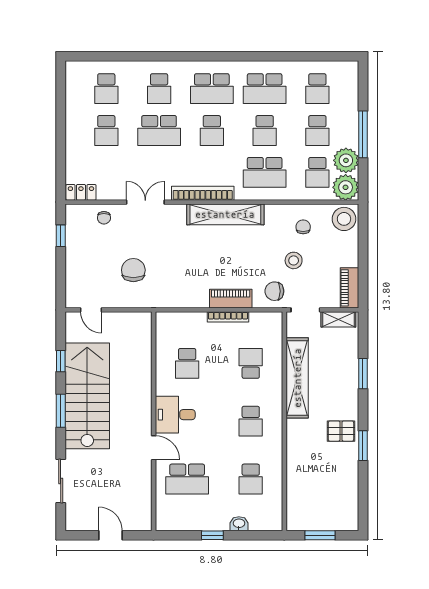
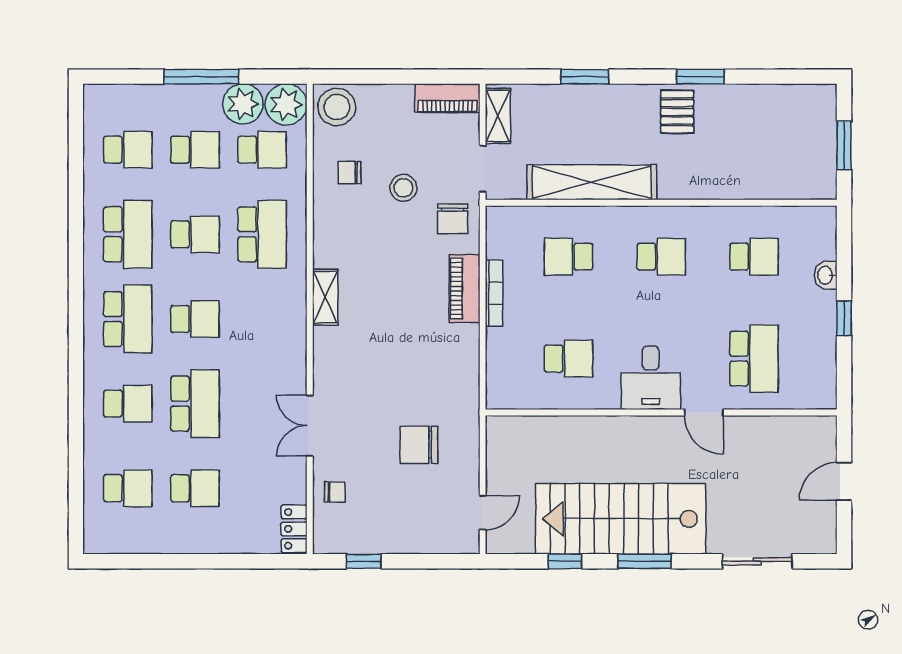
bookcase: (203, 193) -> (296, 334), removed
shelving: (225, 214) -> (325, 297), width x0.45, depth x0.75
door: (154, 448) -> (704, 413), swing flipped

